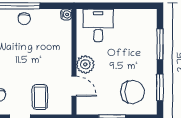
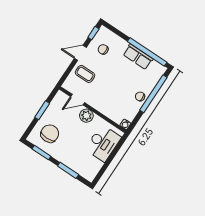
desk: (98, 25) -> (103, 143), width x1.37
chair: (133, 92) -> (50, 134), turned 180

